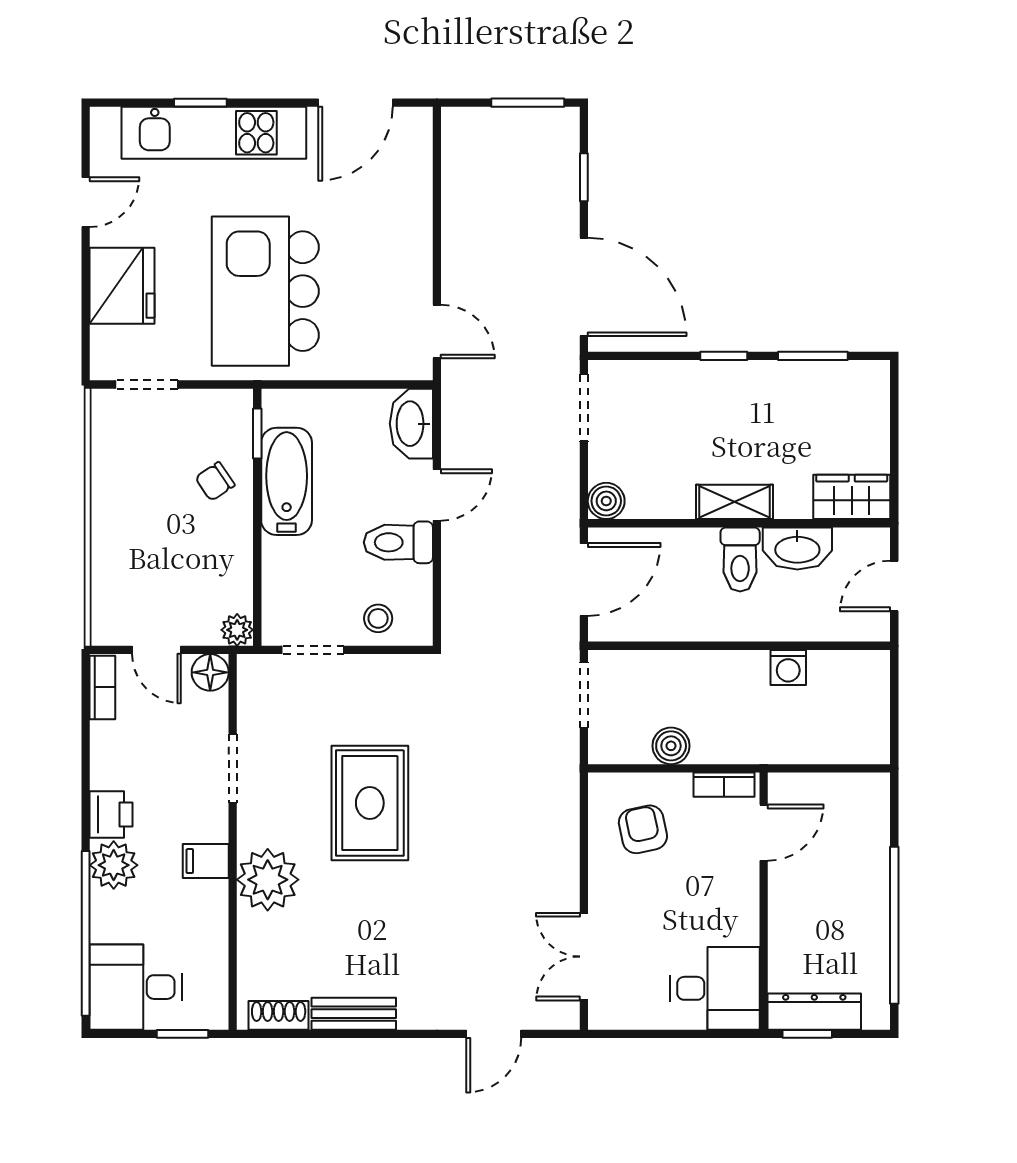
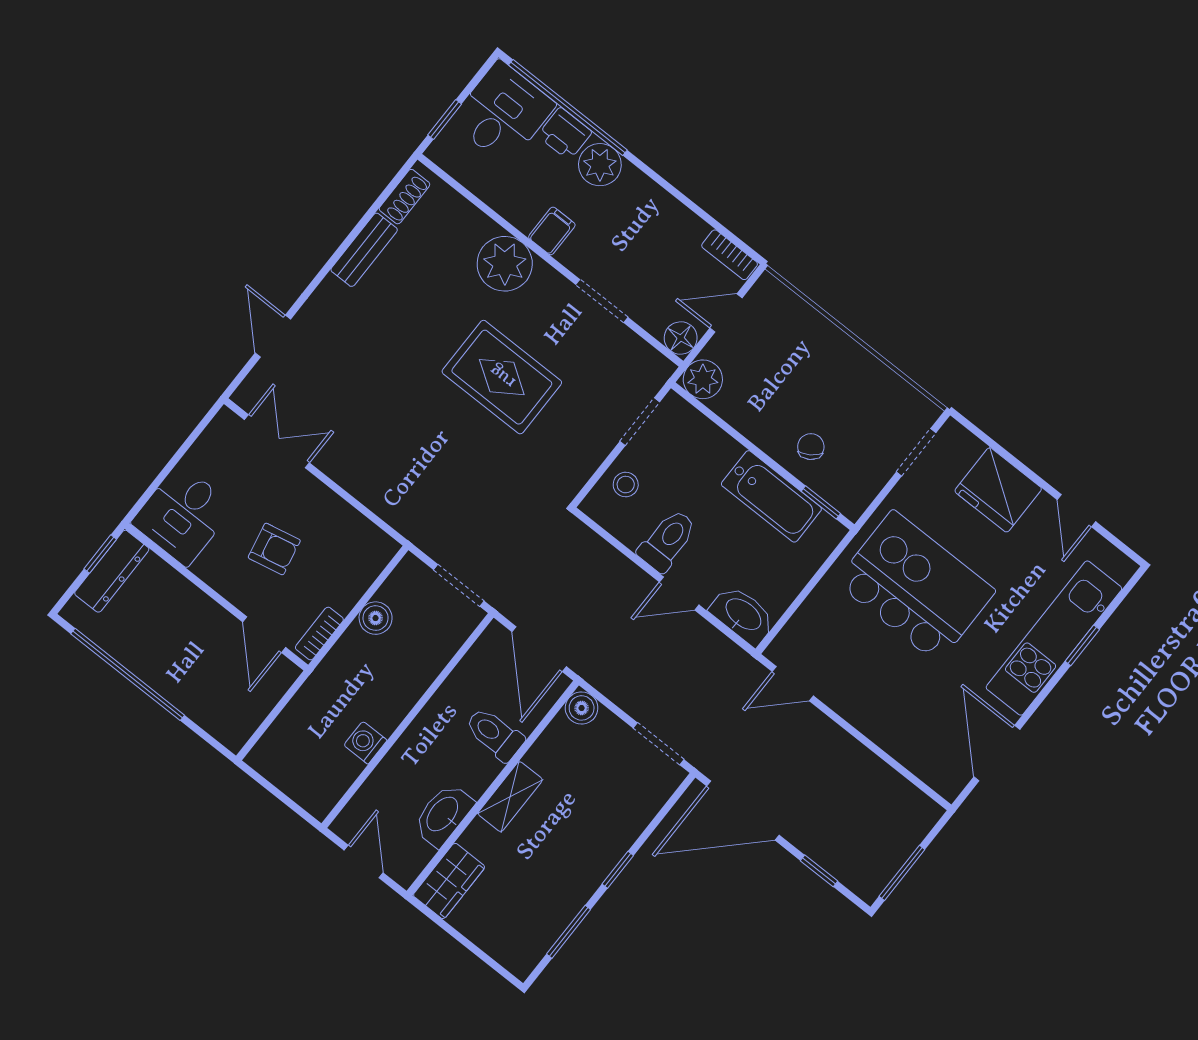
door: (437, 495) -> (679, 593), hinge flipped
toilet: (740, 559) -> (495, 734), moved
plant: (237, 630) -> (703, 379), width x1.38, depth x1.38
printer: (111, 814) -> (565, 134), moved
armchair: (643, 829) -> (274, 549), moved

